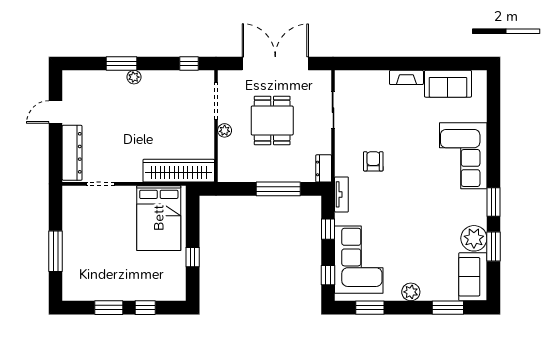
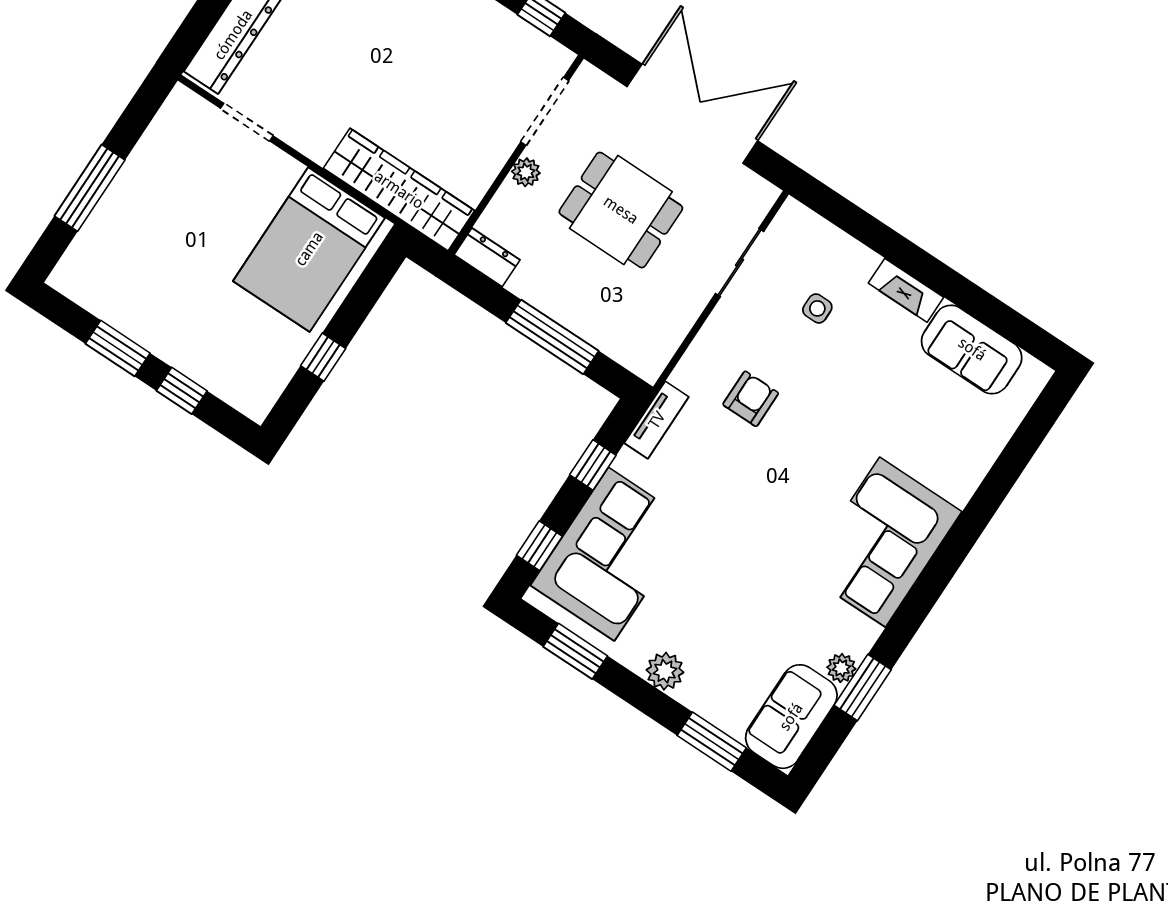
side table: (376, 108) -> (817, 308), added
dining table: (272, 121) -> (621, 210), turned 90
corner sofa: (463, 156) -> (883, 542), moved
dresser: (324, 168) -> (487, 257), moved, turned 90
window: (494, 202) -> (914, 610), removed
plant: (474, 238) -> (841, 668), width x0.53, depth x0.53

